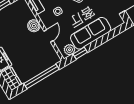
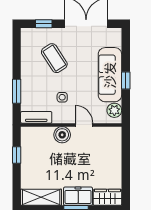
window: (80, 53) -> (126, 80), moved
window: (41, 76) -> (126, 161), removed

